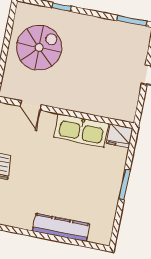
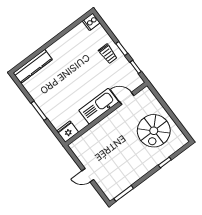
kitchen sink: (81, 130) -> (99, 106), moved
kitchen counter: (61, 227) -> (33, 66), moved

